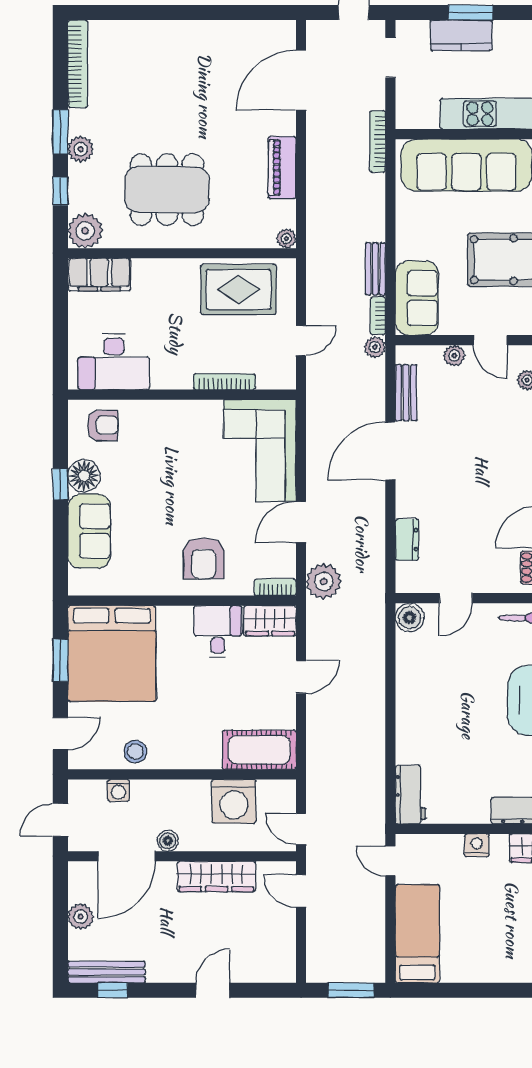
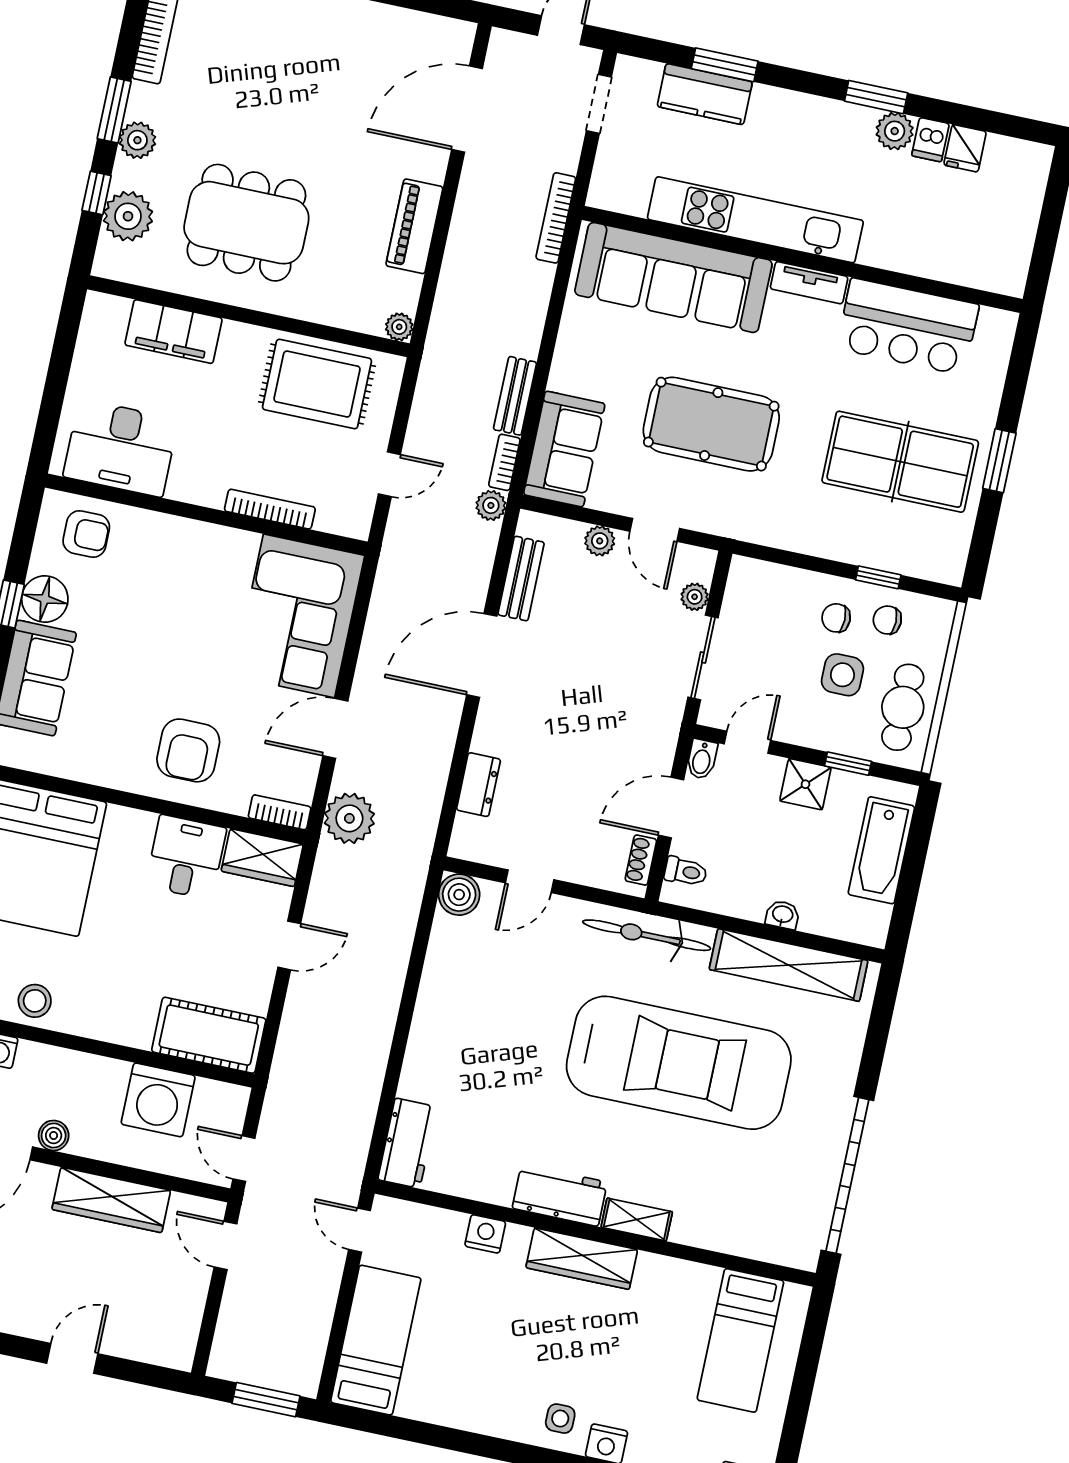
plant: (85, 231) -> (128, 216), moved
filing cabinet: (99, 275) -> (173, 332), moved

